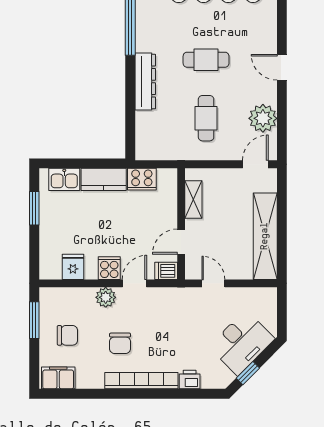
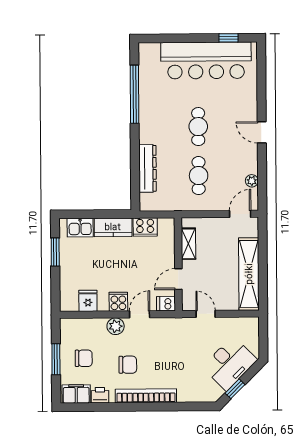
cafe table: (206, 60) -> (198, 127), turned 90
dresser: (145, 82) -> (148, 168), moved
plant: (263, 118) -> (252, 181), width x0.53, depth x0.53
window: (34, 320) -> (56, 359), moved
chair: (120, 343) -> (128, 365), turned -90
printer: (190, 380) -> (100, 395), moved

